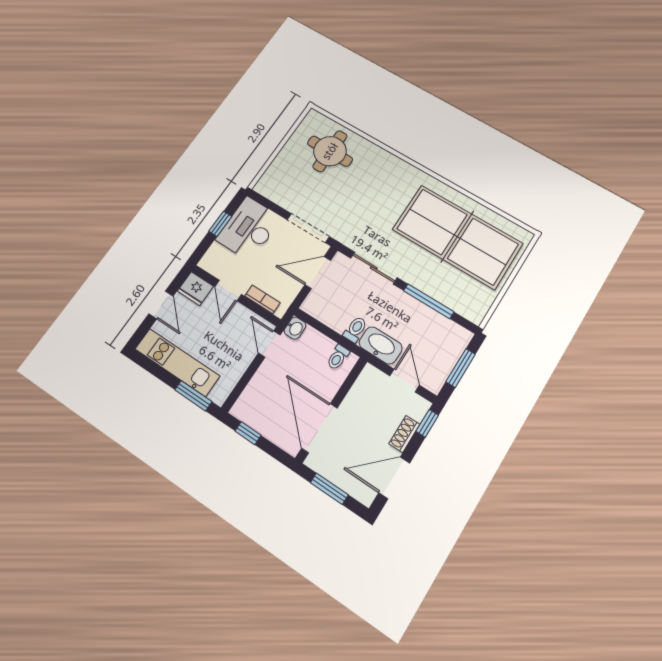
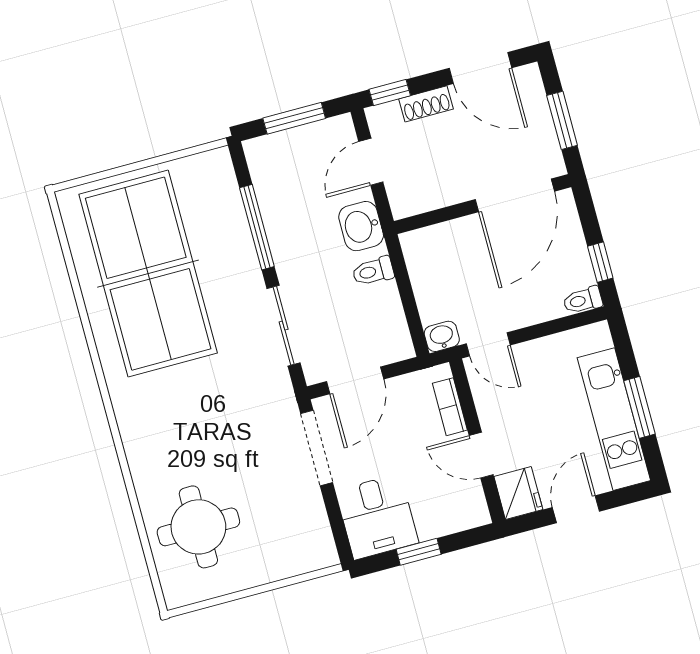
desk: (249, 229) -> (377, 517), width x0.73
door: (318, 273) -> (355, 380), hinge flipped
door: (228, 290) -> (481, 455), swing flipped
door: (269, 344) -> (488, 344), hinge flipped
washbasin: (381, 345) -> (361, 226), width x0.72
toilet: (338, 357) -> (583, 300), moved, turned 180
window: (193, 396) -> (639, 407), moved

